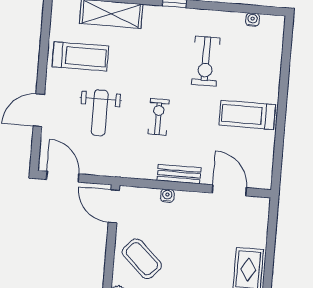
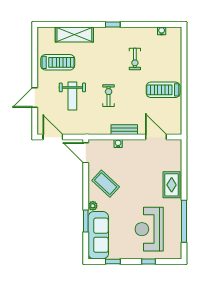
exercise bike: (206, 61) -> (135, 59), width x0.73, depth x0.72

